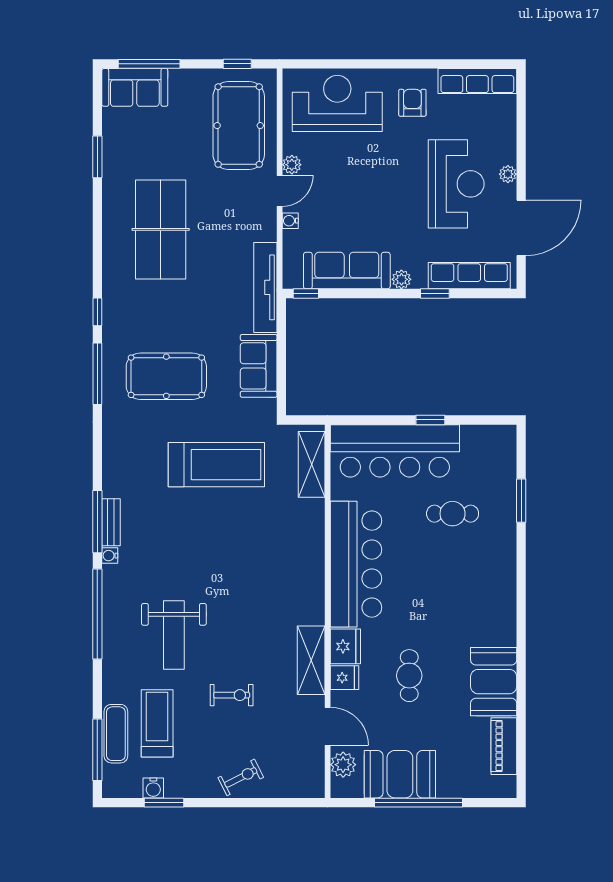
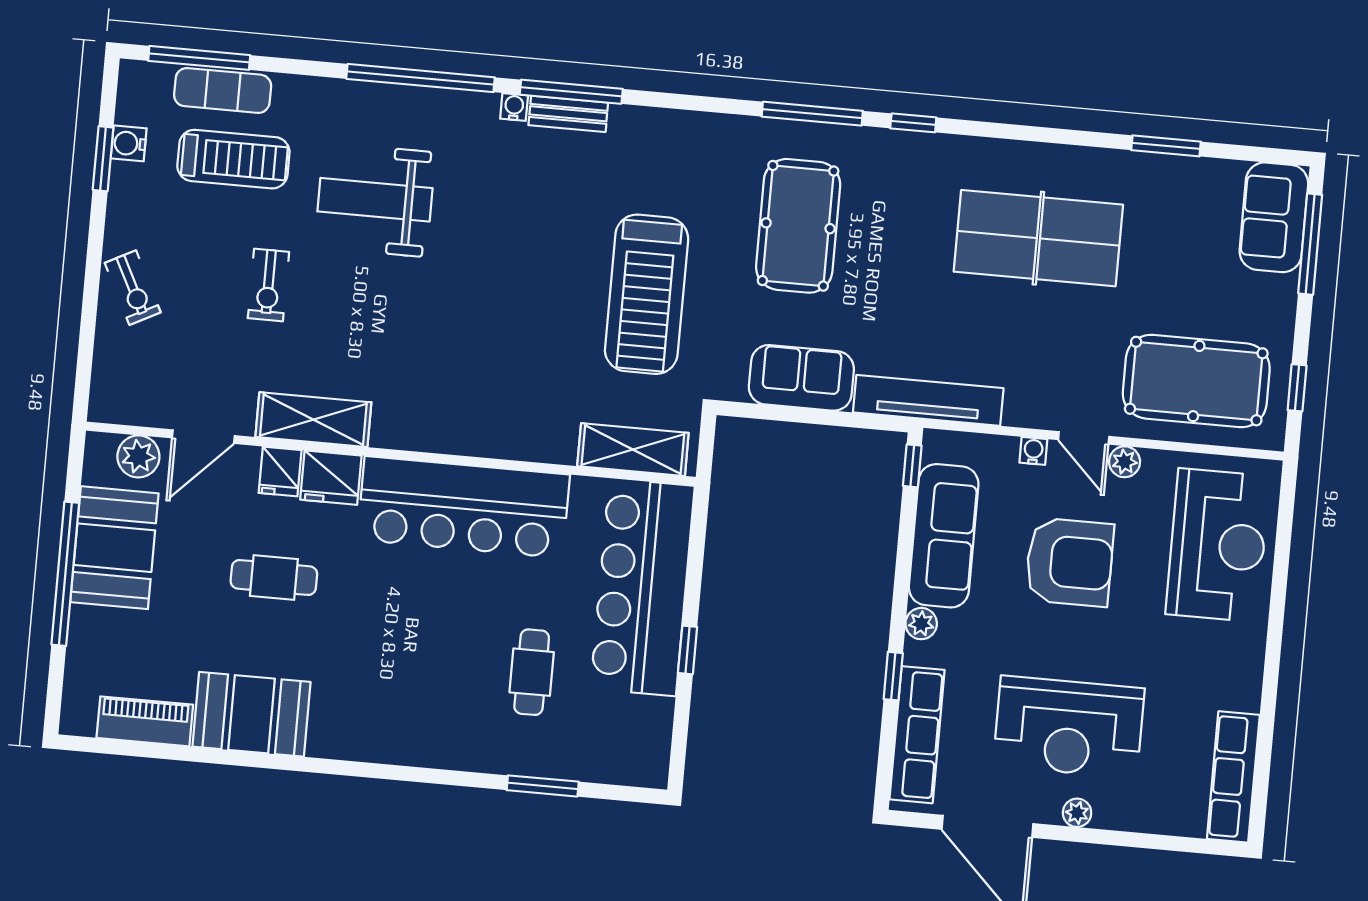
armchair: (412, 103) -> (1069, 562), moved, width x1.88, depth x1.88

